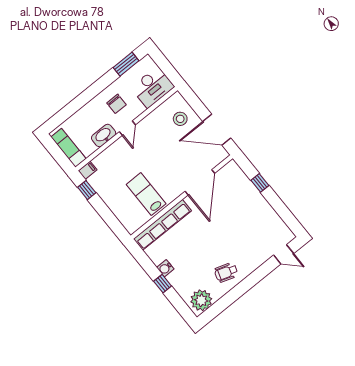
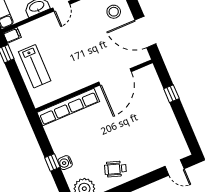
lab bench: (146, 194) -> (35, 66), moved, turned 180
water cooler: (165, 268) -> (65, 163), moved

